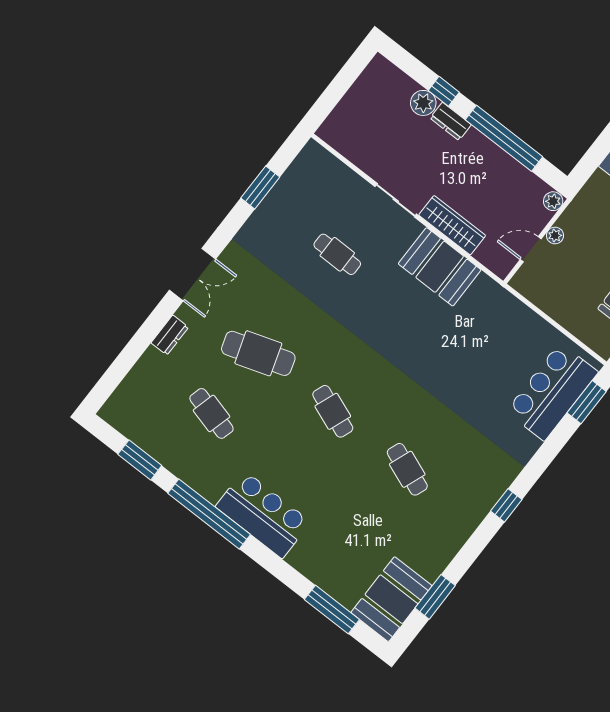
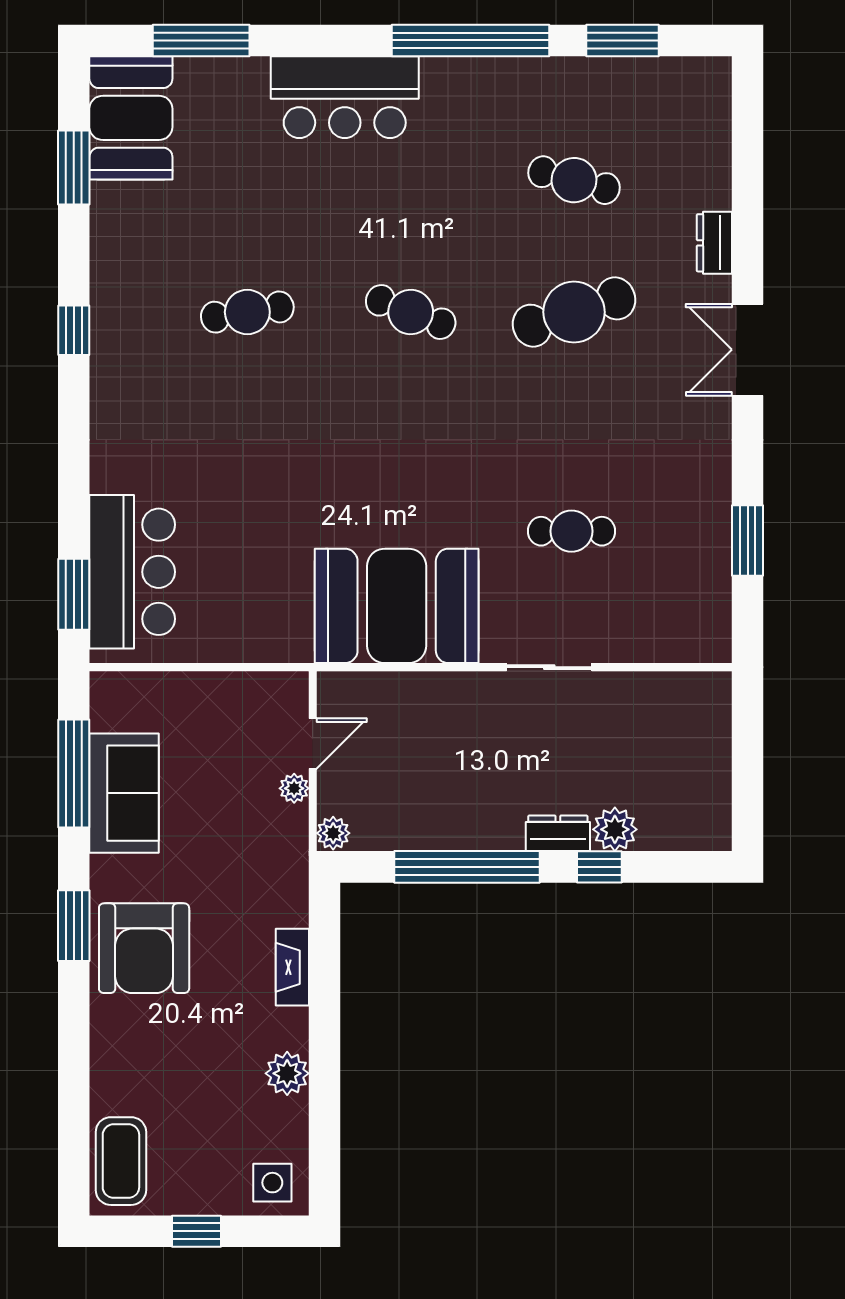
wardrobe: (452, 225) -> (445, 693), removed
booth: (440, 267) -> (397, 606), width x1.36, depth x1.42
cafe table: (407, 469) -> (247, 312), turned -30
window: (506, 505) -> (74, 330), moved
bar counter: (263, 514) -> (345, 97), moved

